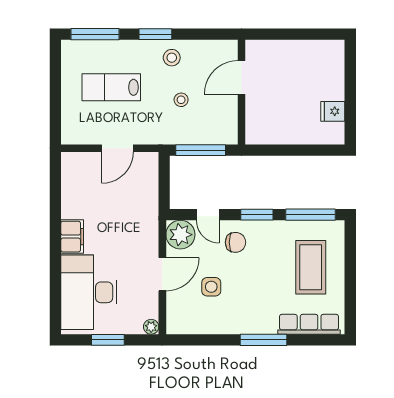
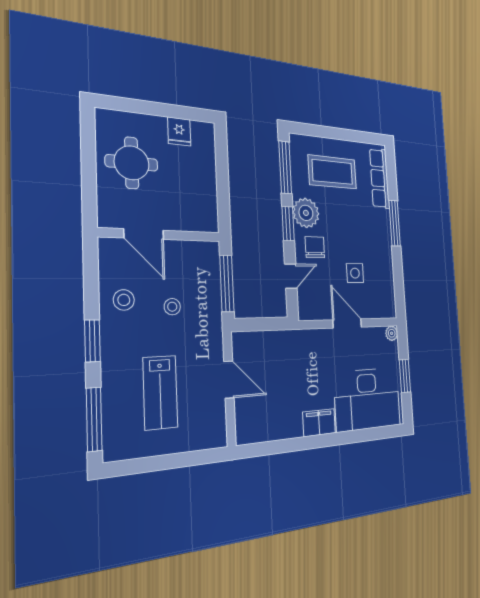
stool: (172, 58) -> (124, 300), moved
round table: (301, 69) -> (132, 163), added
plant: (180, 235) -> (306, 213), moved

